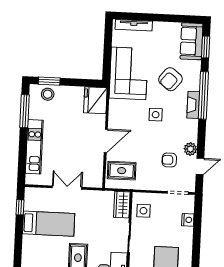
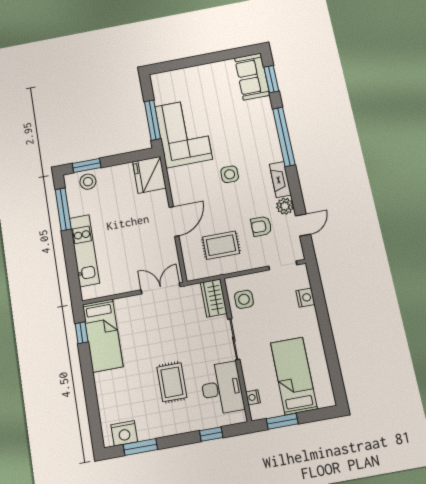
tv unit: (134, 25) -> (176, 75), removed
window: (107, 57) -> (152, 120), added
armchair: (170, 79) -> (238, 127), removed
fireplace: (193, 105) -> (280, 180), moved
rug: (122, 171) -> (221, 245), moved
double door: (67, 188) -> (161, 288), moved
bed: (49, 224) -> (103, 335), moved, turned 90

